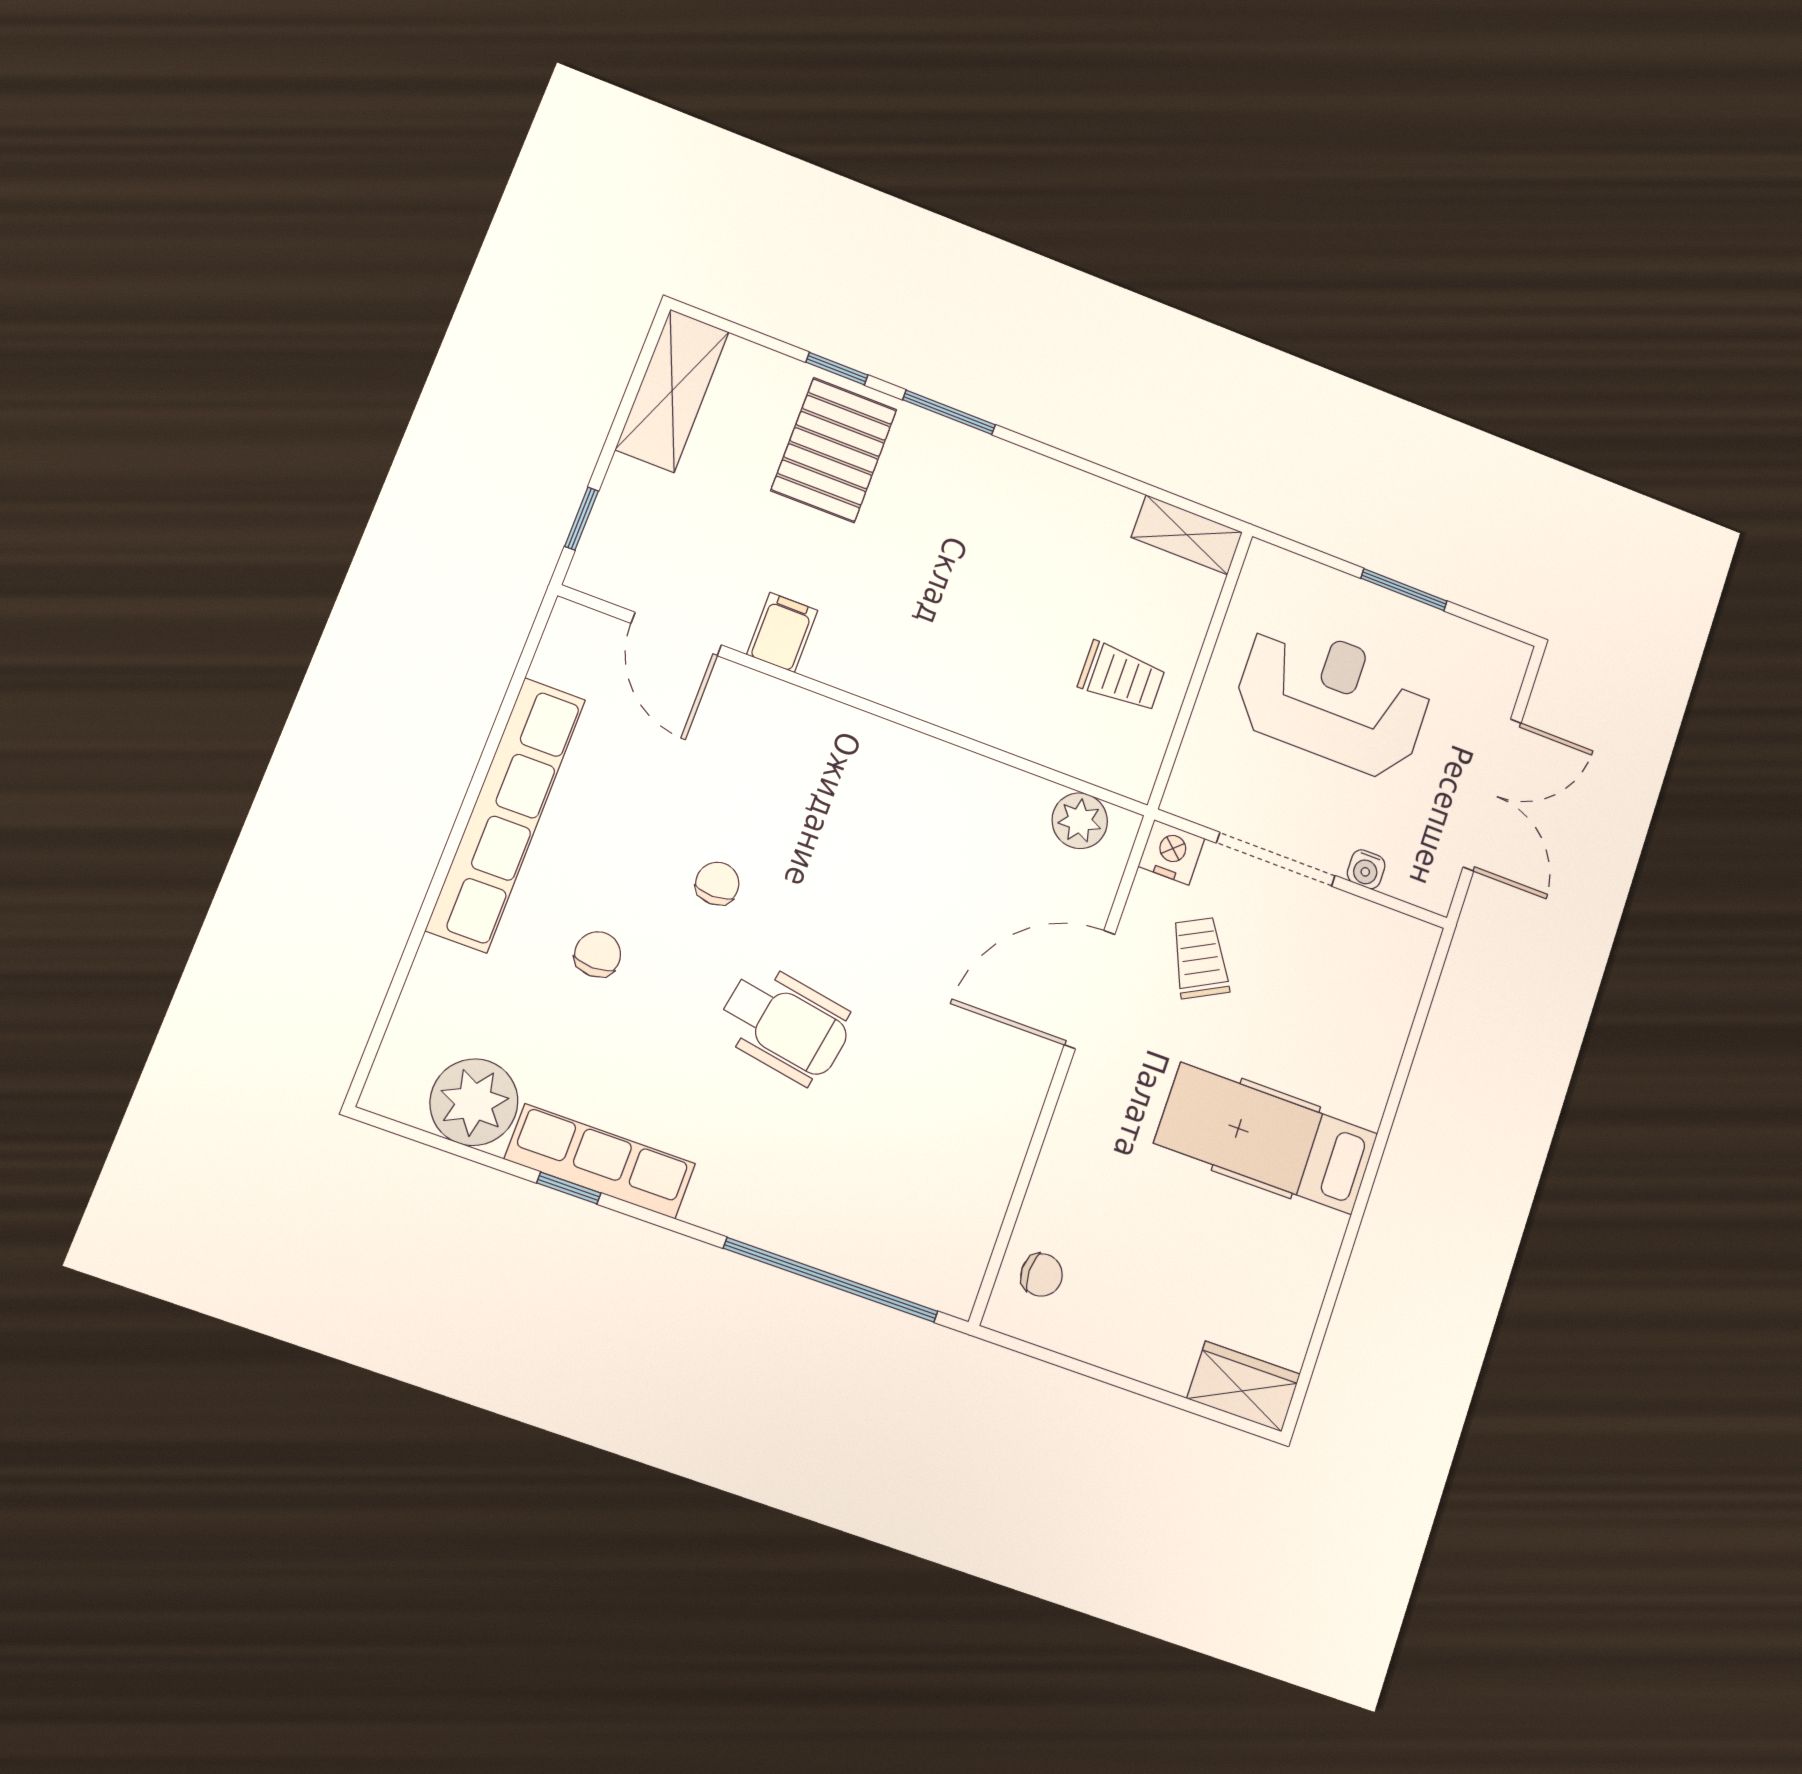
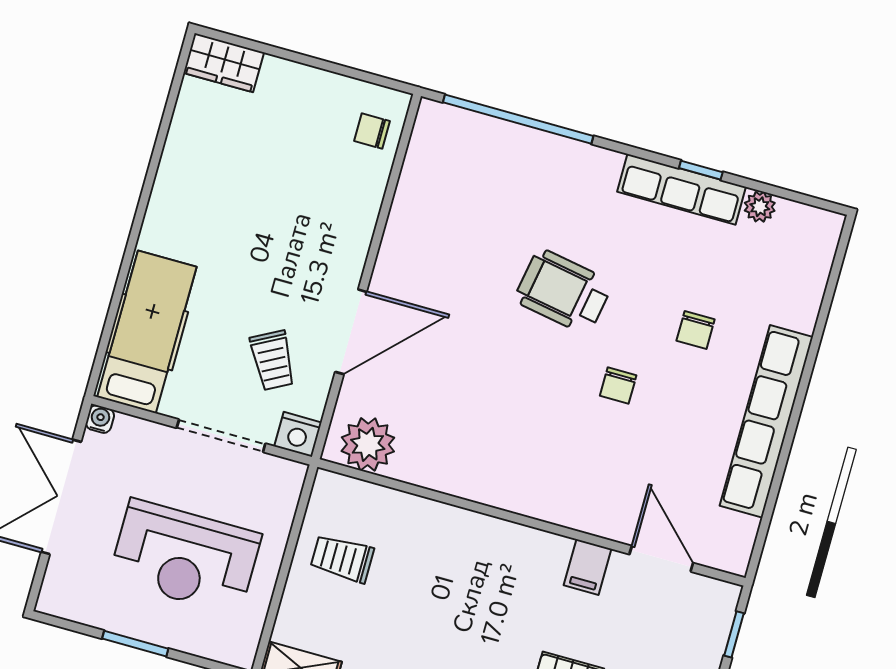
plant: (1080, 821) -> (368, 444), width x1.36, depth x1.36
water cooler: (1366, 869) -> (100, 419), moved
plant: (474, 1102) -> (760, 207), width x0.53, depth x0.53
hospital bed: (1266, 1138) -> (147, 332), moved, turned -90

